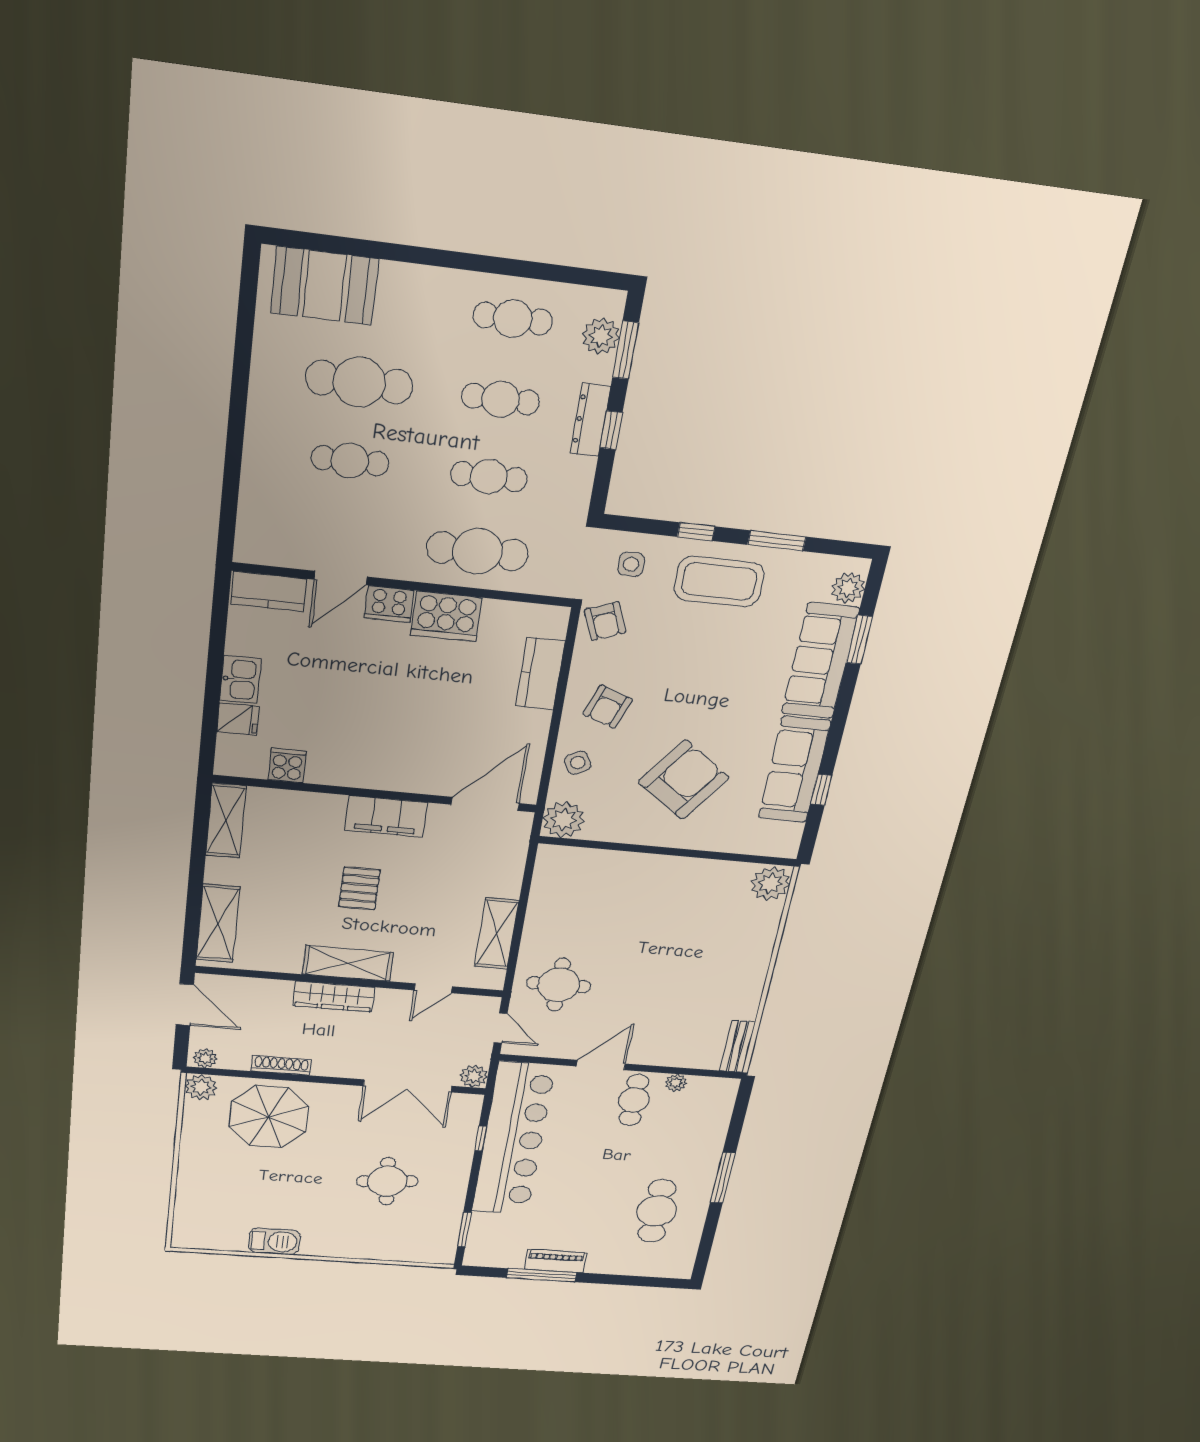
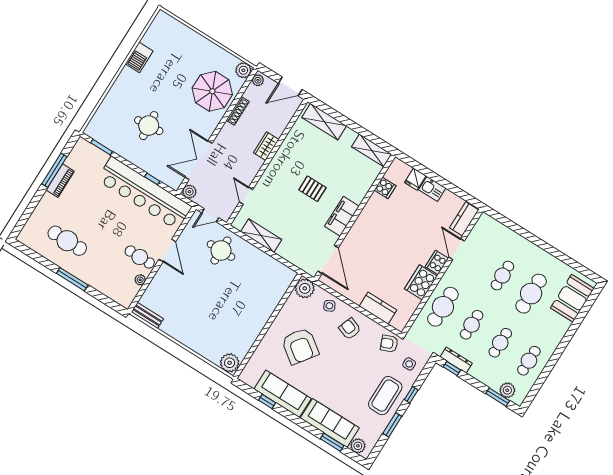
dresser: (590, 420) -> (456, 360), moved
window: (611, 430) -> (452, 368), moved
shelving: (348, 963) -> (277, 166), removed
wardrobe: (334, 997) -> (266, 146), width x0.67

